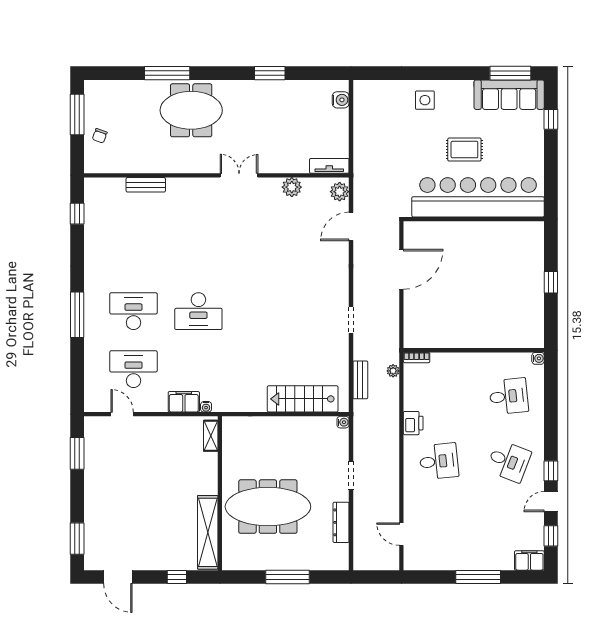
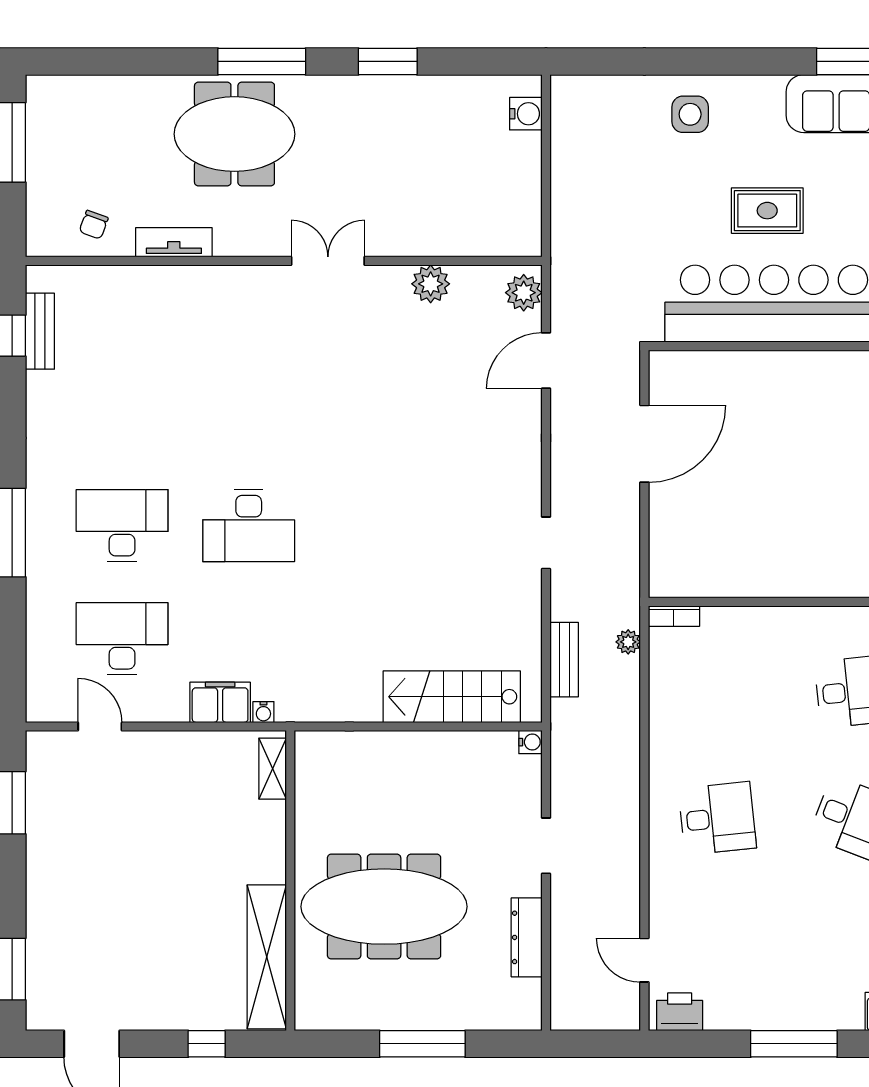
window: (167, 73) -> (262, 61), moved
chair: (100, 136) -> (94, 225), moved
tv unit: (329, 166) -> (174, 242), moved
bench: (146, 185) -> (40, 331), moved, turned 90
printer: (413, 423) -> (680, 1012), moved, turned -90

